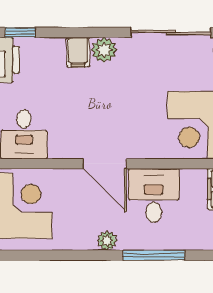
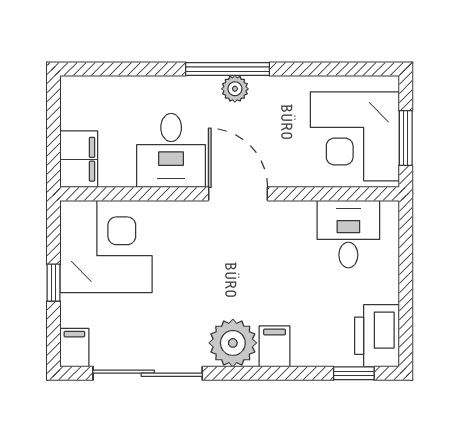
plant: (104, 50) -> (233, 343), width x1.36, depth x1.36
window: (154, 255) -> (228, 69), moved

